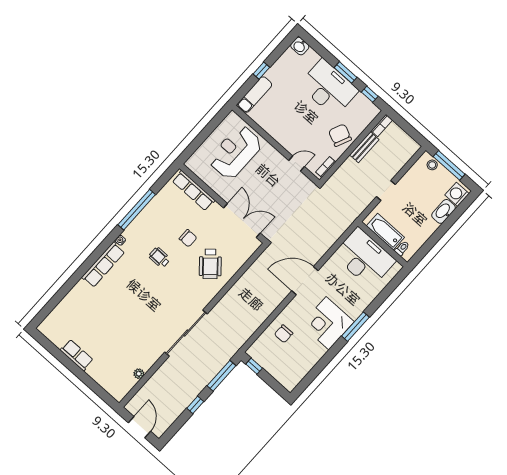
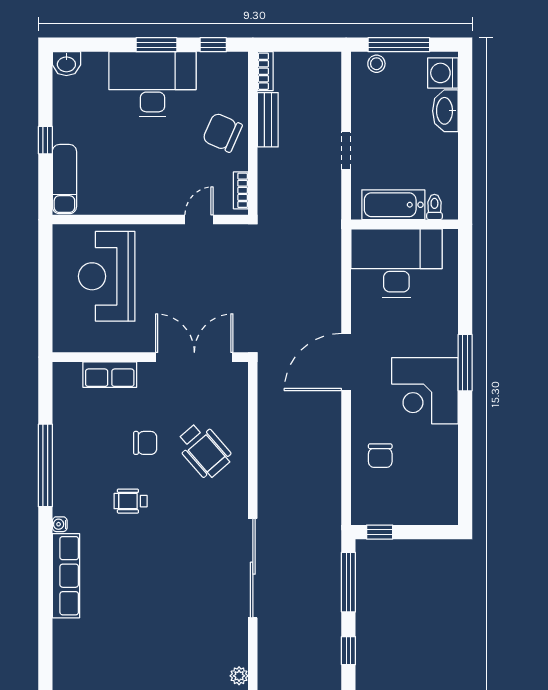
row of seats: (194, 191) -> (110, 375), width x0.68

